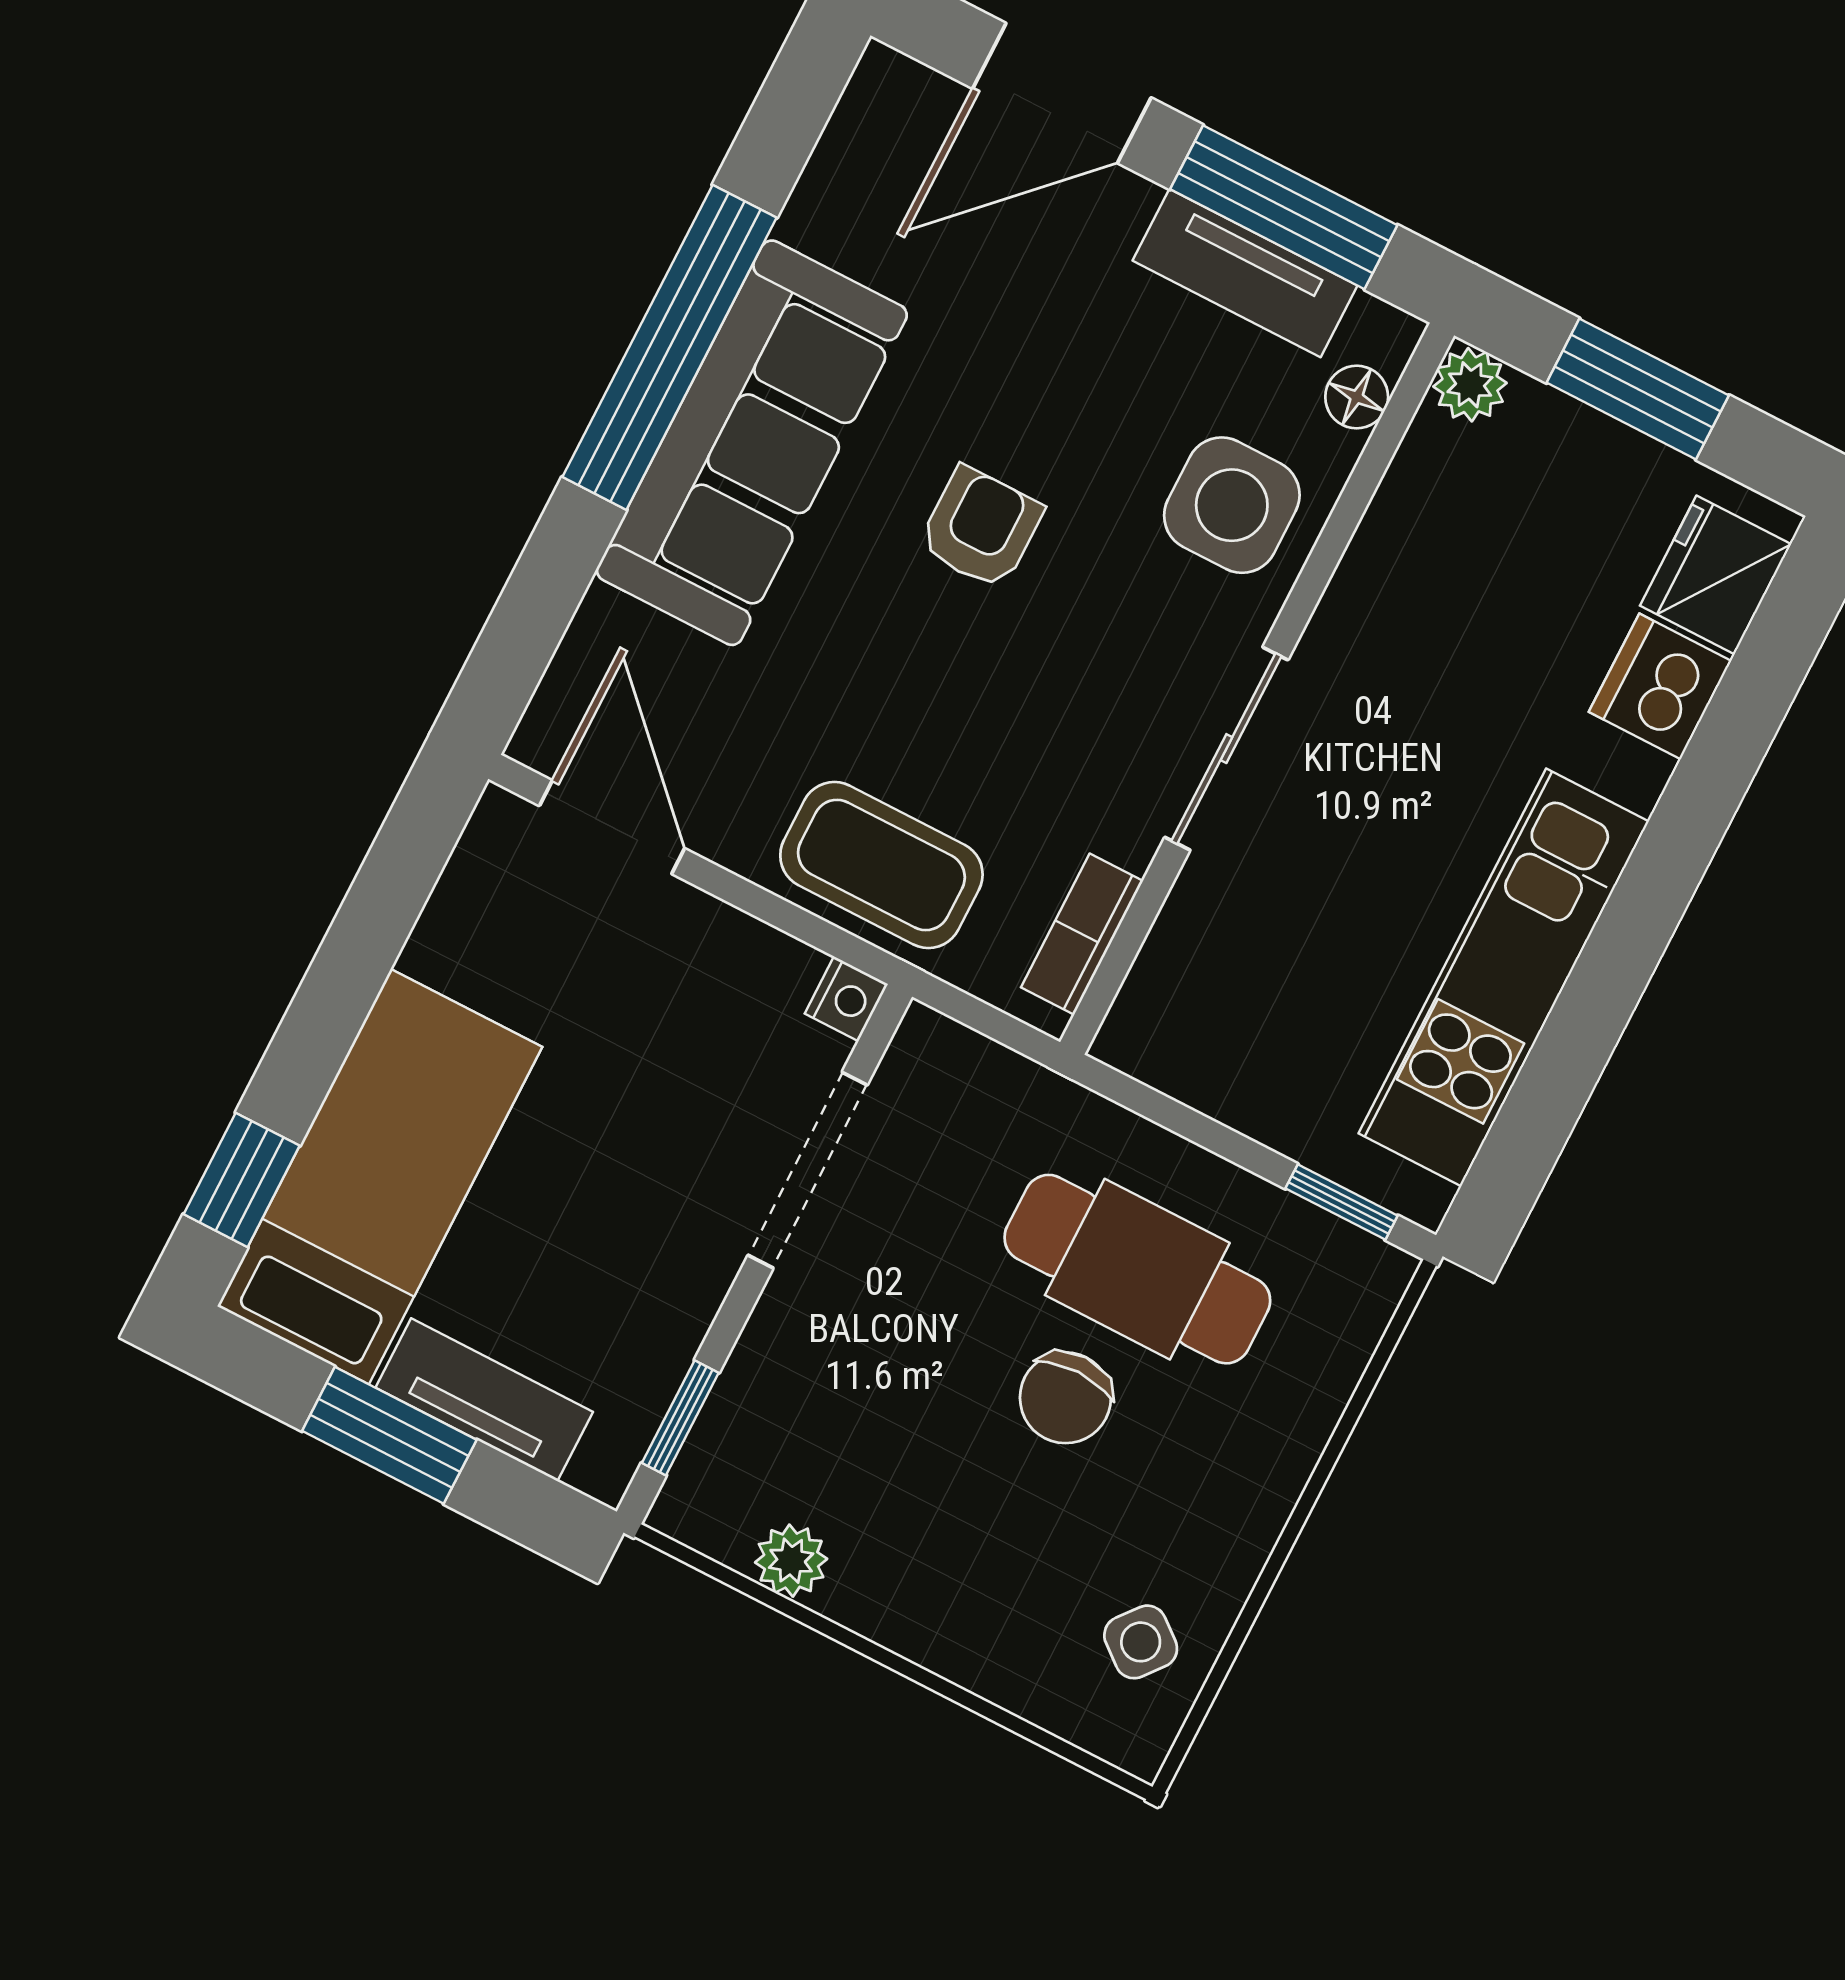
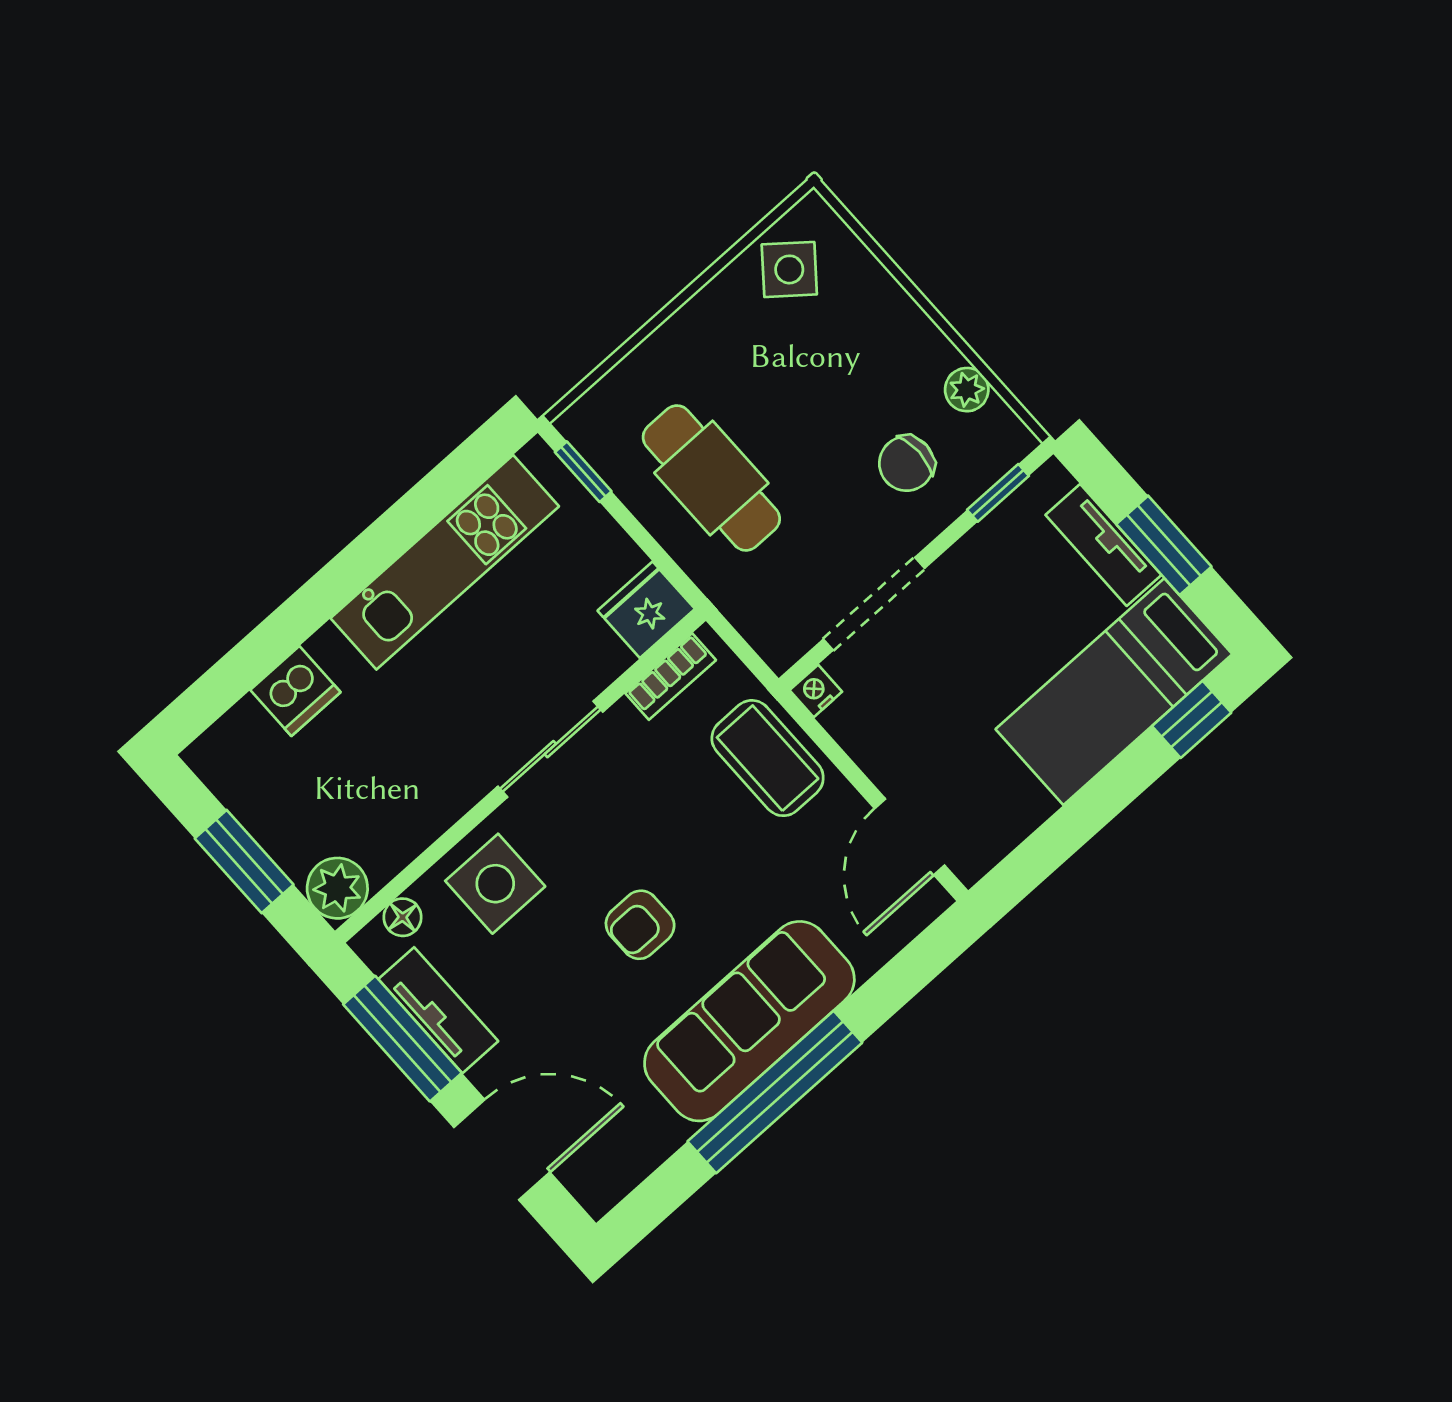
plant: (1470, 385) -> (337, 888), width x1.38, depth x1.38
fridge: (1716, 575) -> (646, 610), moved, turned 180
chair: (1065, 1398) -> (906, 464), moved, turned 180
side table: (1141, 1642) -> (789, 269), width x1.37, depth x1.37

